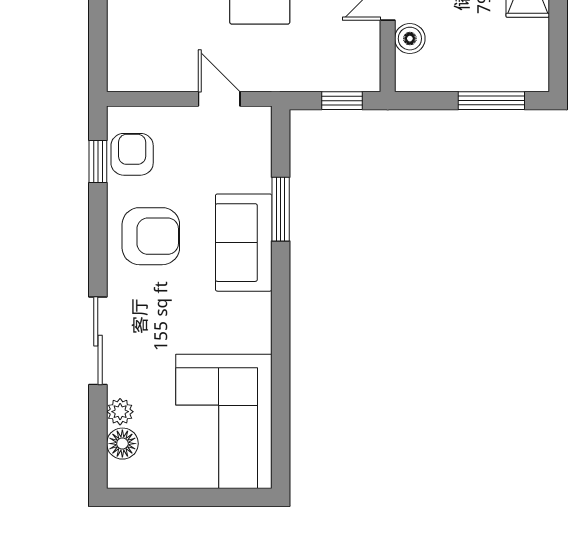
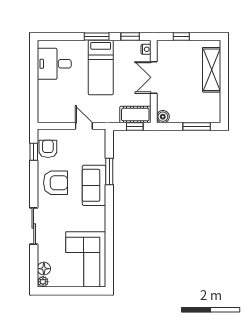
boiler: (410, 39) -> (163, 117), moved
cot: (343, 71) -> (135, 115), added
plant: (120, 412) -> (43, 282), moved

